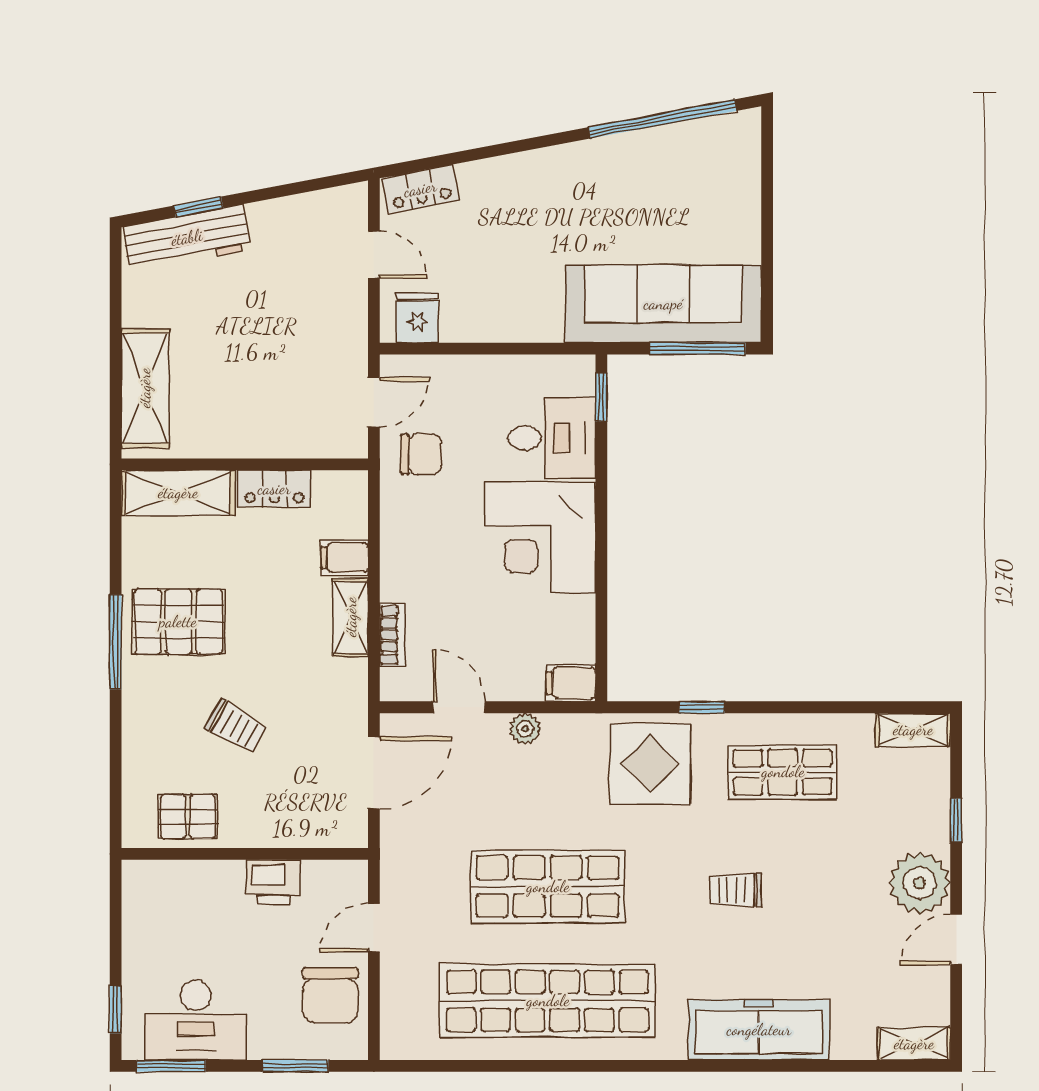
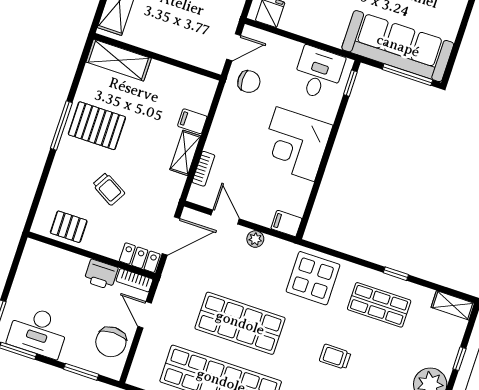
desk: (552, 438) -> (318, 73), moved, turned -90
locker: (274, 489) -> (140, 258), moved, turned 180
window: (702, 707) -> (396, 274), moved
bookcase: (336, 873) -> (134, 280), added
door: (374, 928) -> (145, 315), hinge flipped

